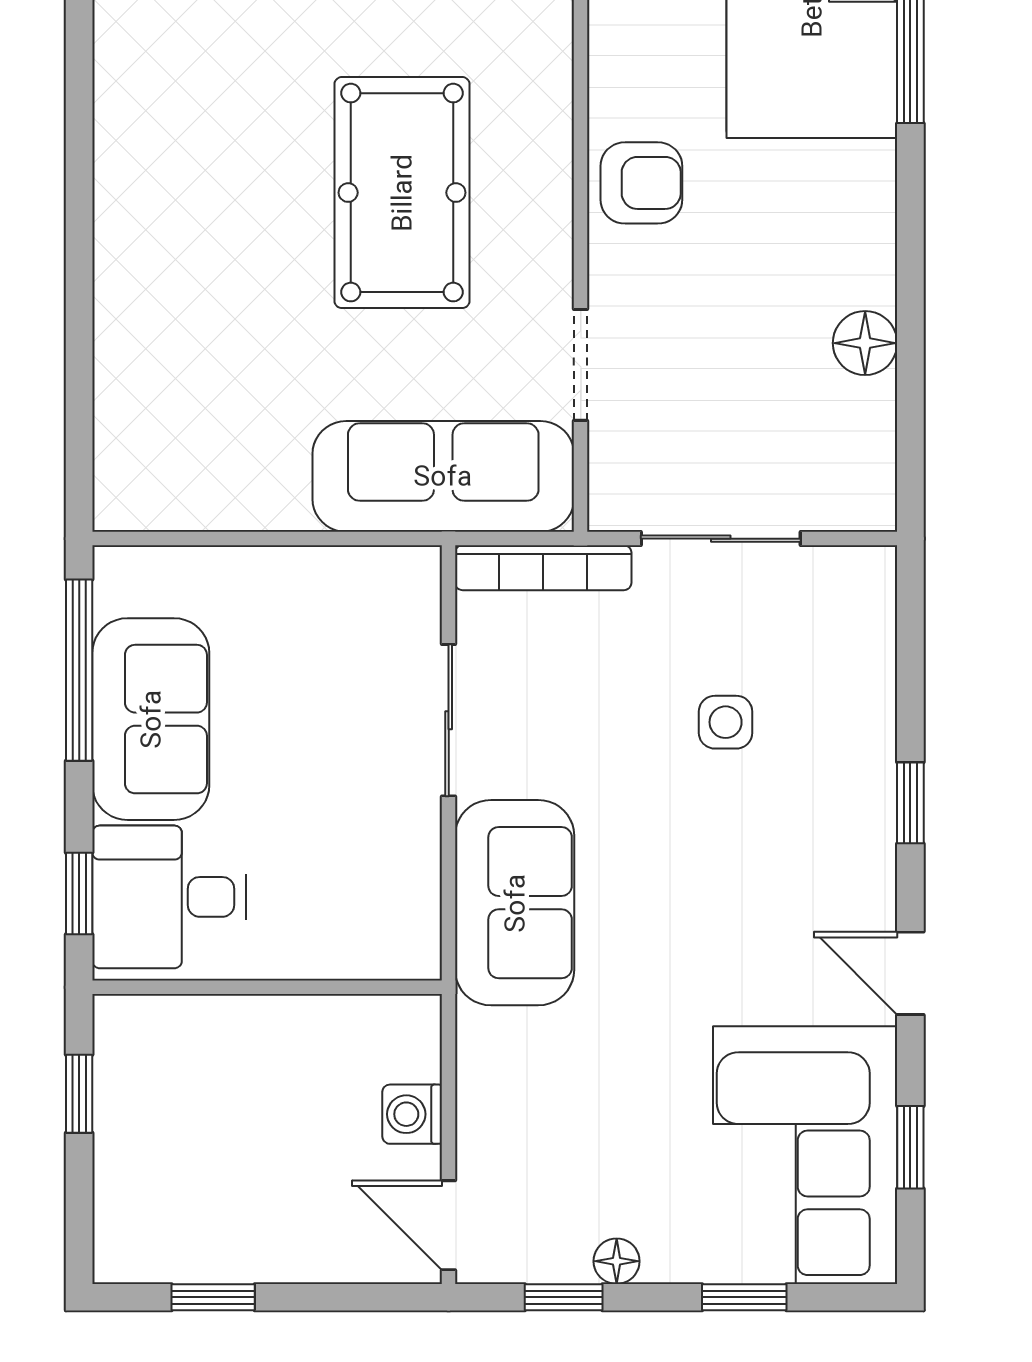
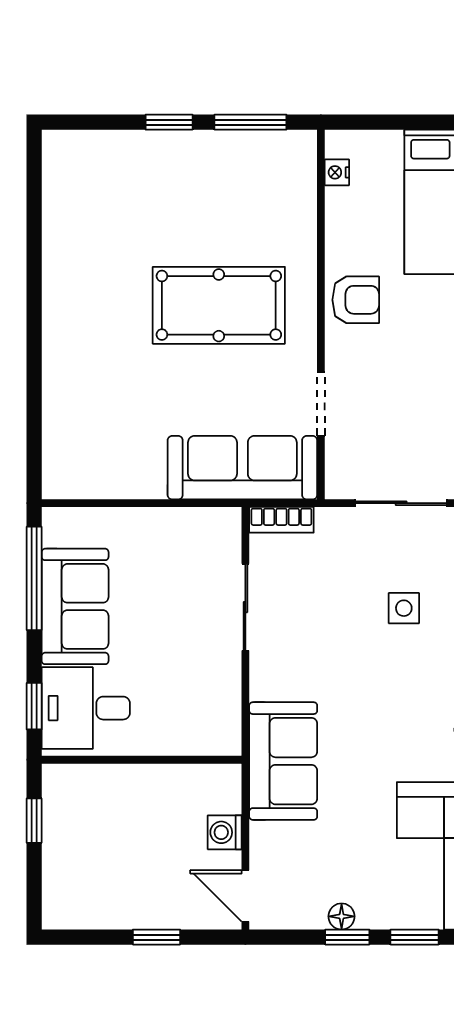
pool table: (402, 193) -> (219, 305), turned 90
bookcase: (543, 568) -> (281, 520), width x0.64
sofa: (515, 903) -> (283, 761), moved
window: (213, 1297) -> (156, 937), moved
window: (564, 1297) -> (347, 937), moved

